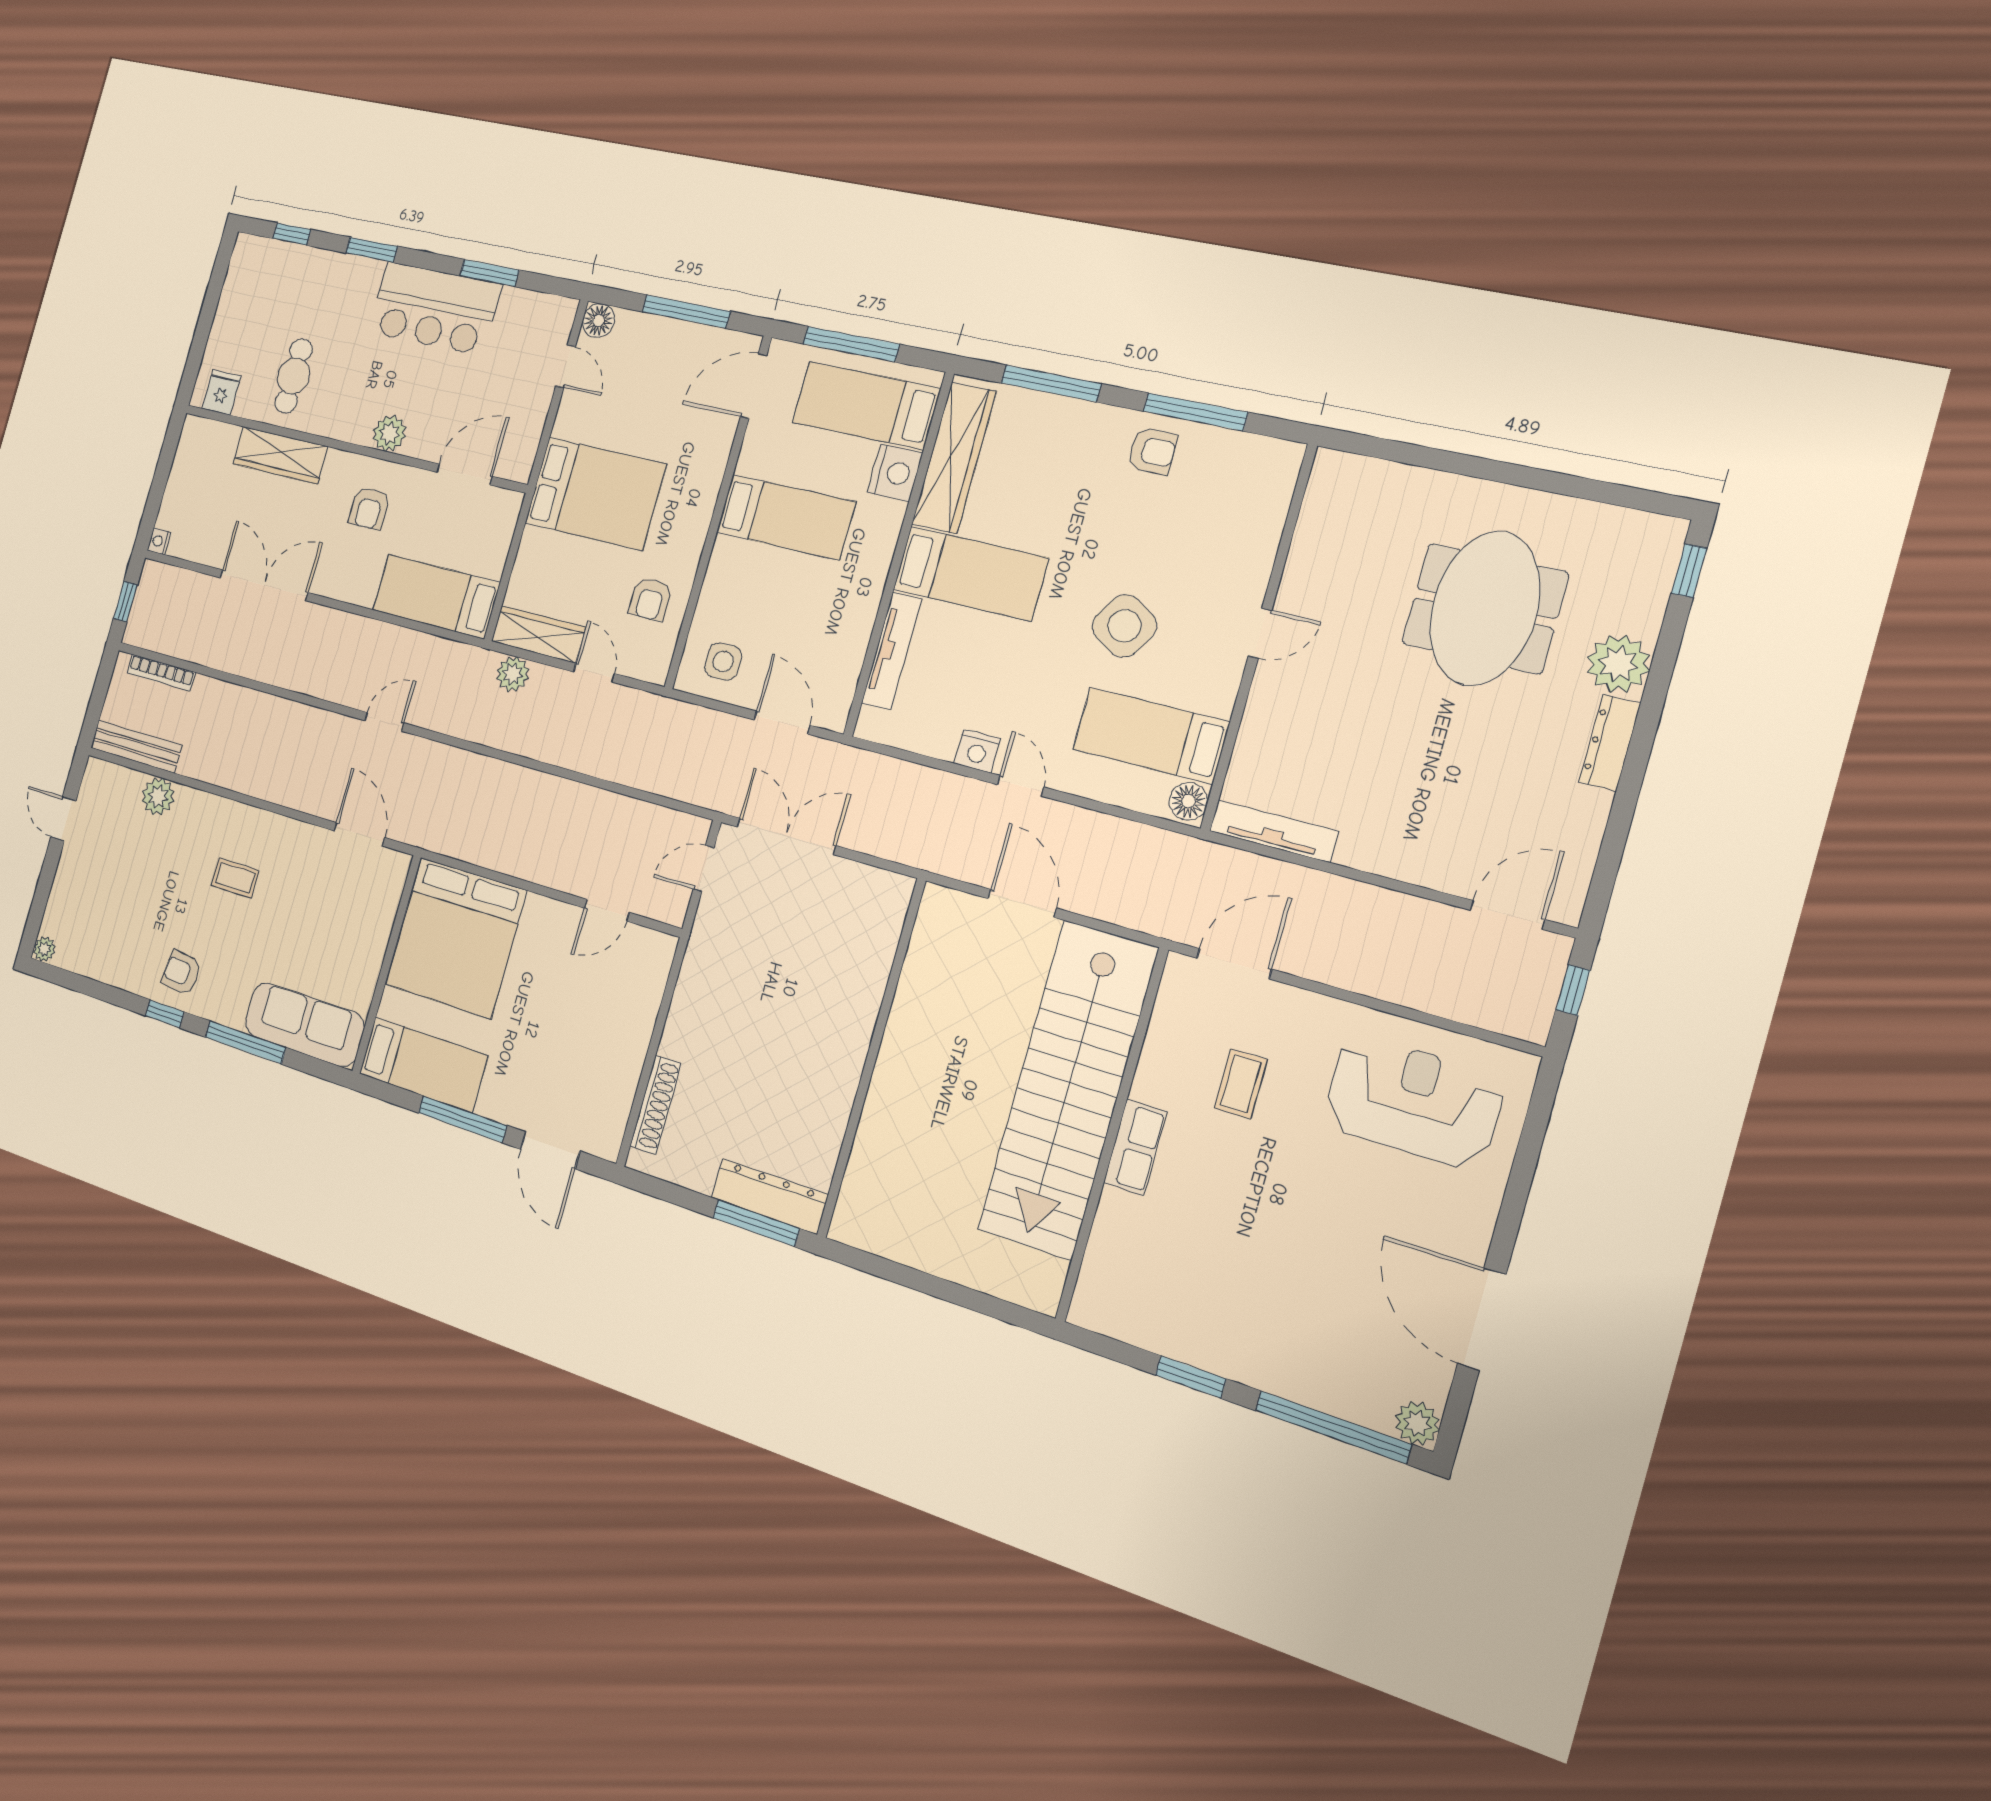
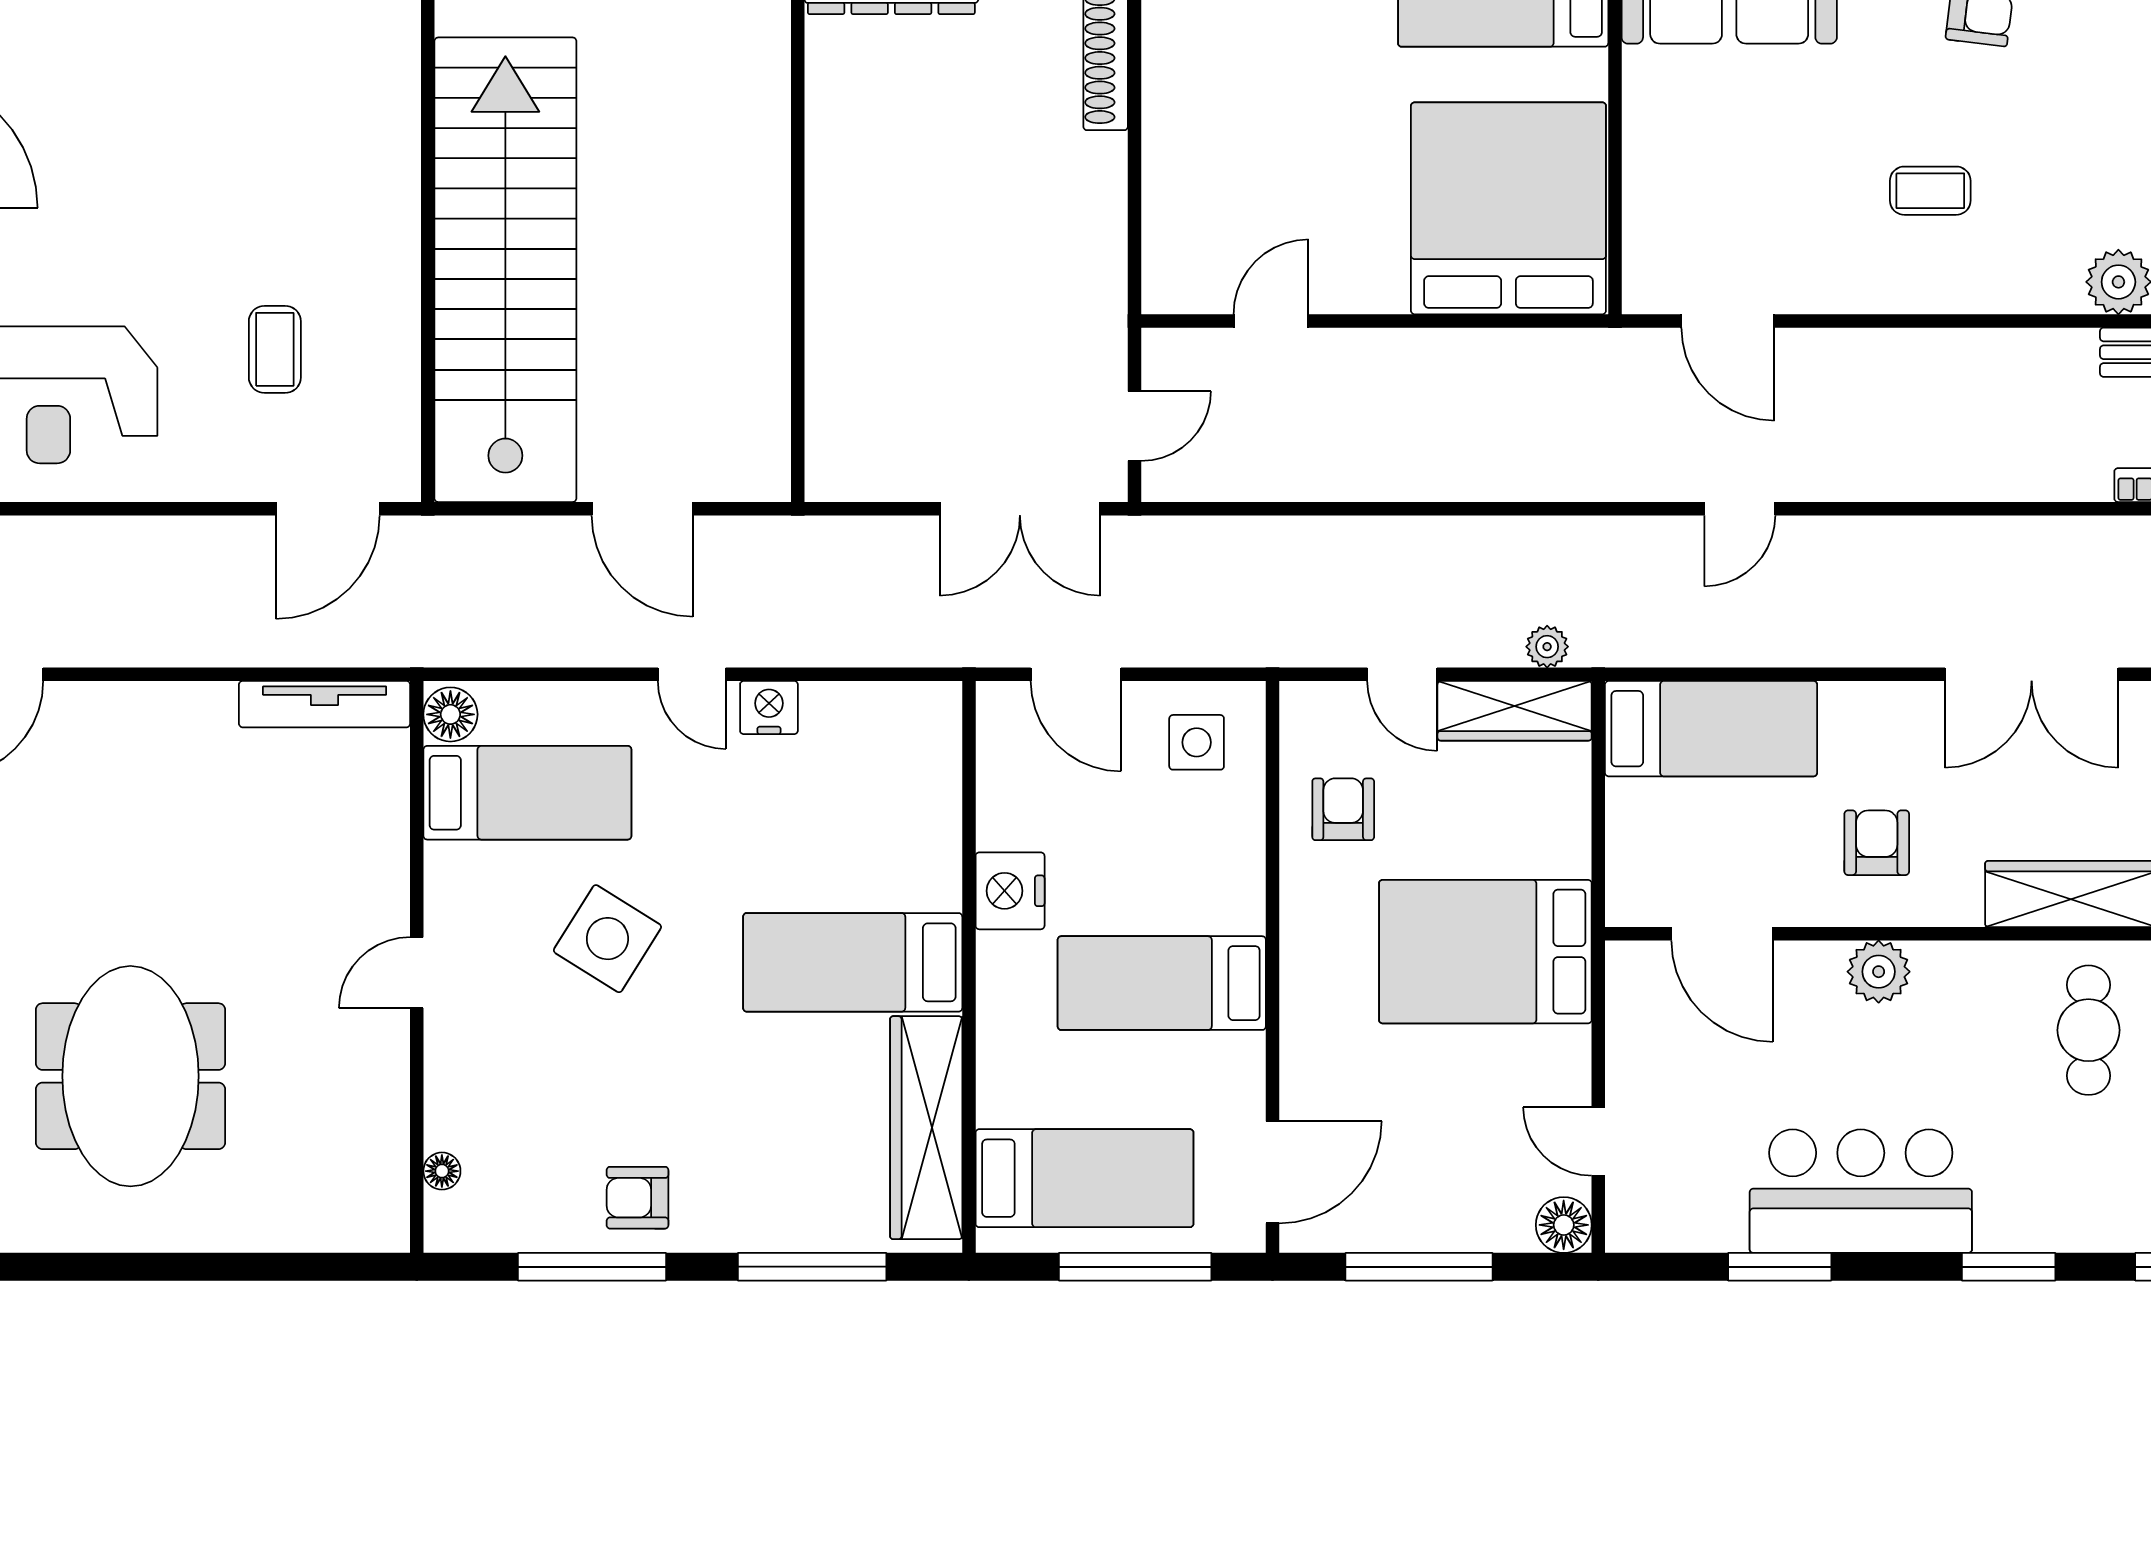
nightstand: (895, 473) -> (1010, 891), moved
door: (464, 474) -> (1722, 934), hinge flipped
floor lamp: (1280, 496) -> (442, 1171), added
tv unit: (891, 651) -> (939, 821), removed
plant: (513, 674) -> (1547, 647), width x0.73, depth x0.73
row of seats: (1135, 1147) -> (392, 220), removed

